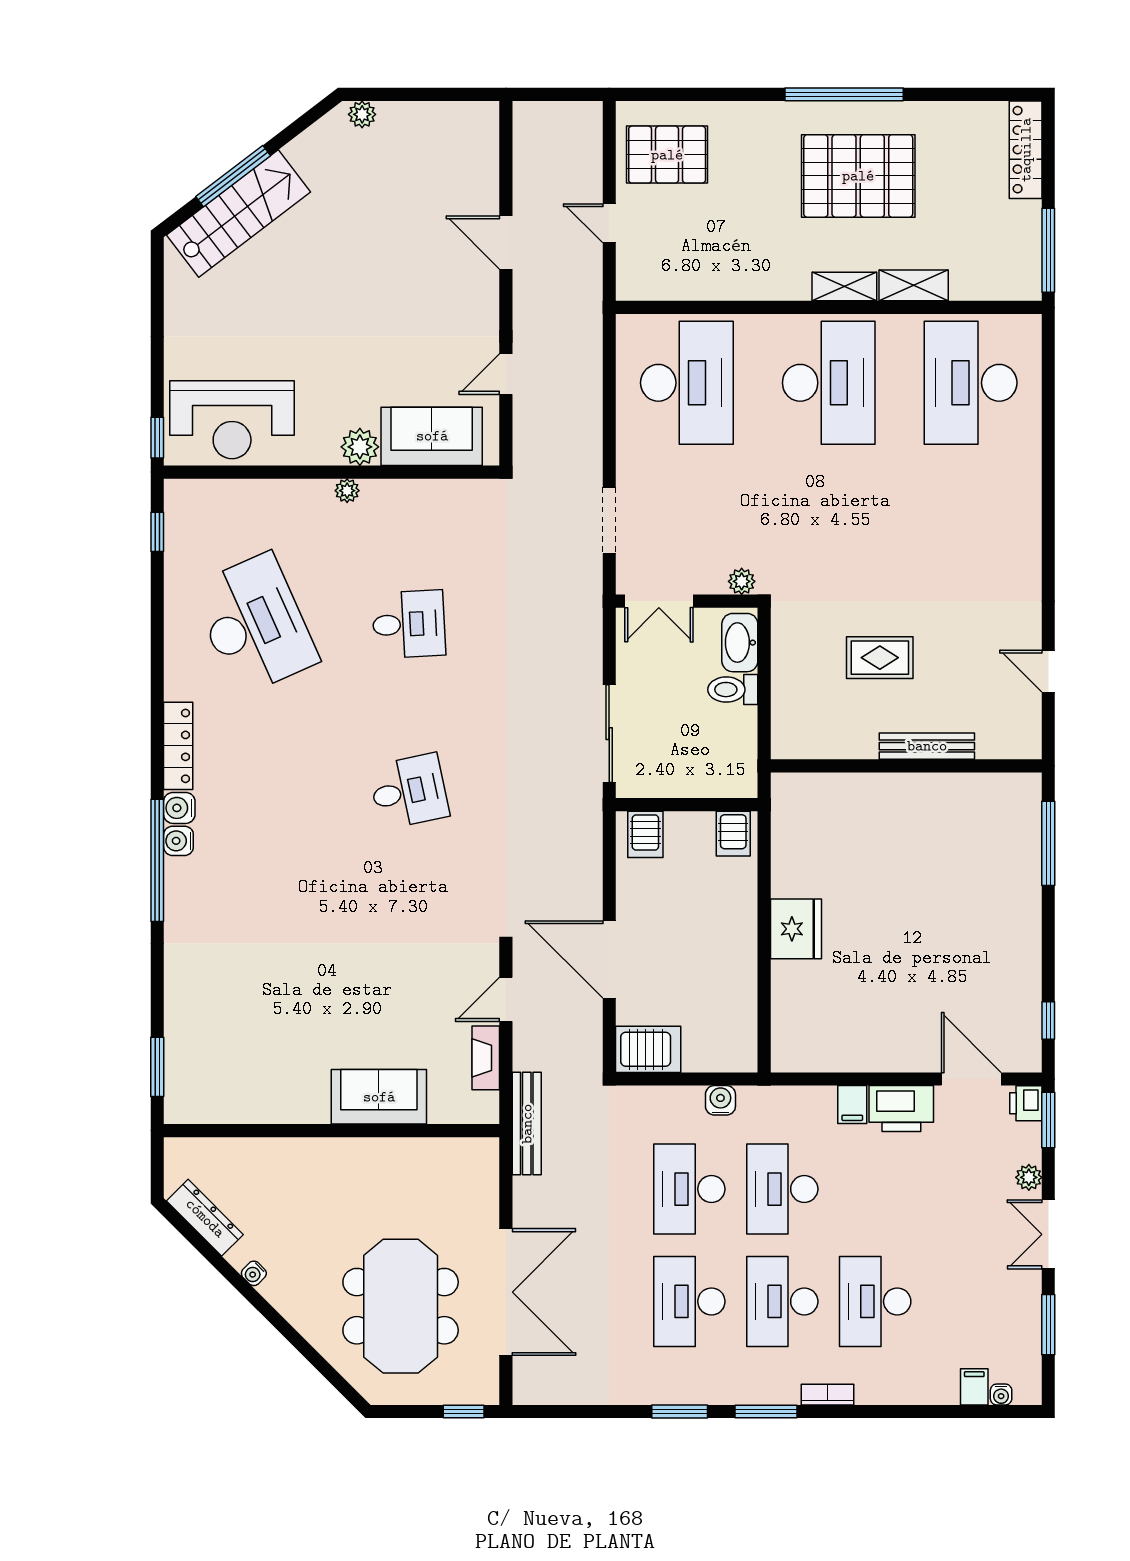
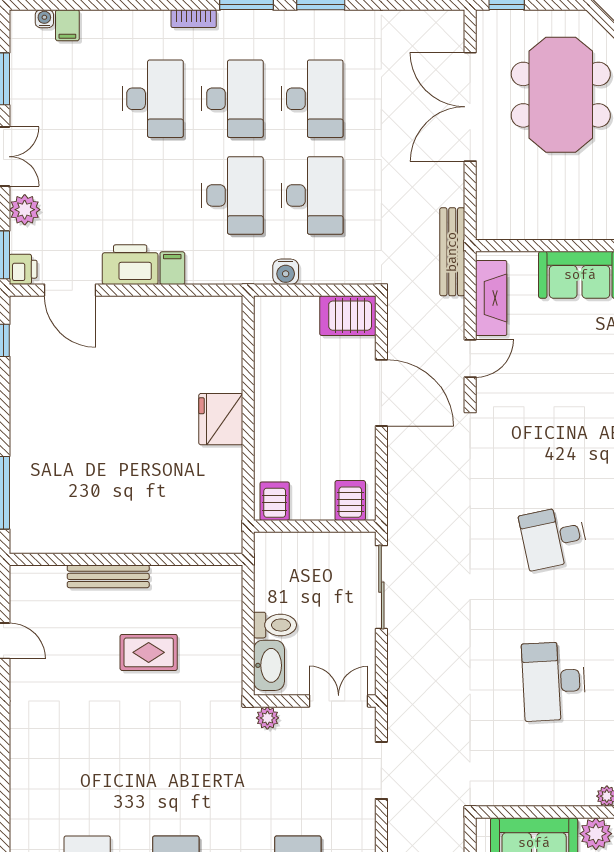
desk: (409, 624) -> (554, 681), width x1.37
fireplace: (486, 1058) -> (491, 298), width x1.37, depth x1.32
plant: (1029, 1177) -> (25, 210), width x1.38, depth x1.38

